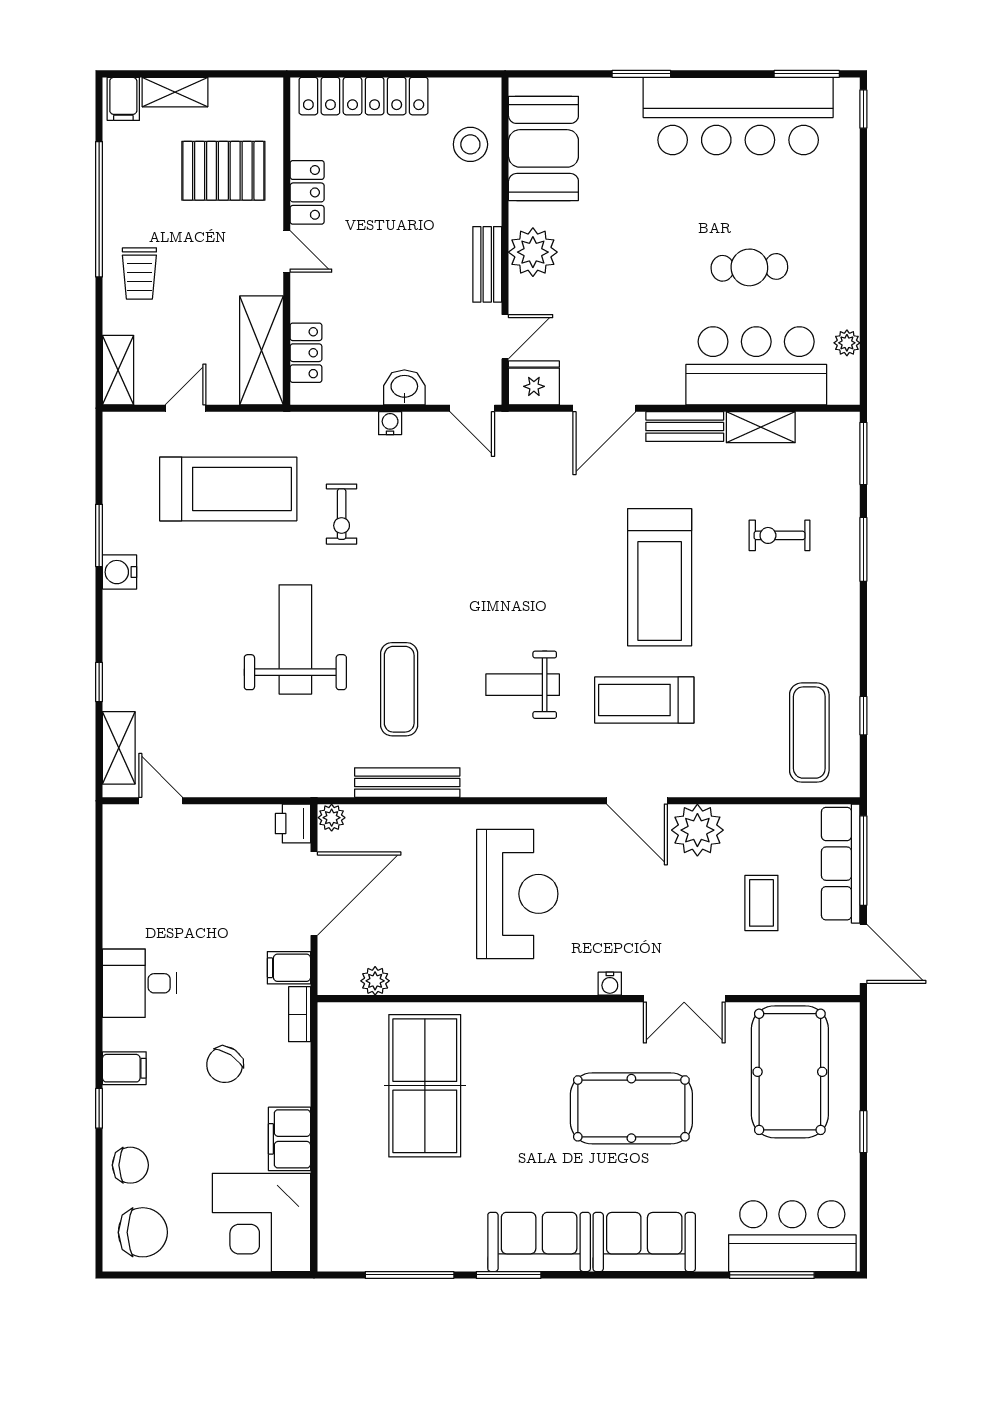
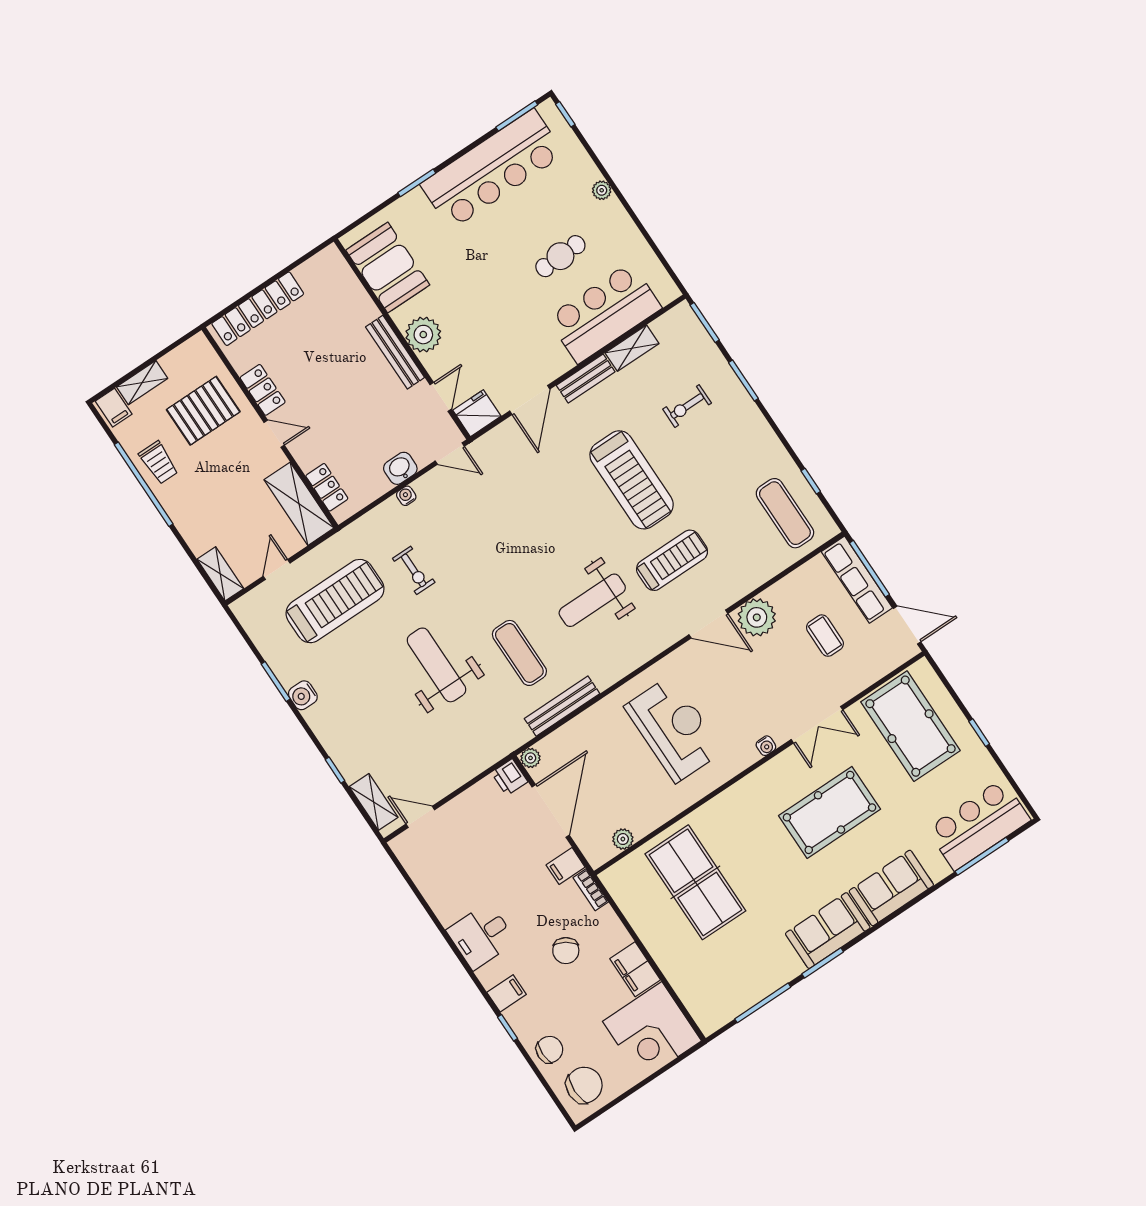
stool: (470, 144) -> (342, 295), removed
bench: (487, 264) -> (395, 352), width x1.36
trolley: (139, 274) -> (159, 462), moved
plant: (847, 343) -> (602, 190), moved
weight bench: (523, 685) -> (592, 600), width x1.36, depth x1.33
treadmill: (644, 700) -> (672, 560), turned 180

